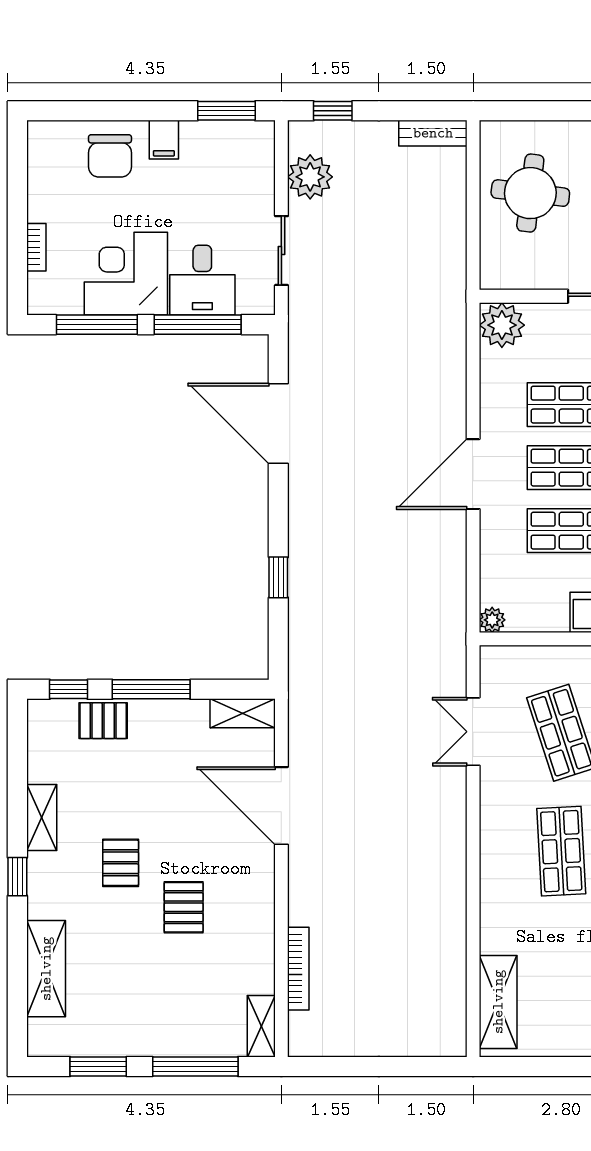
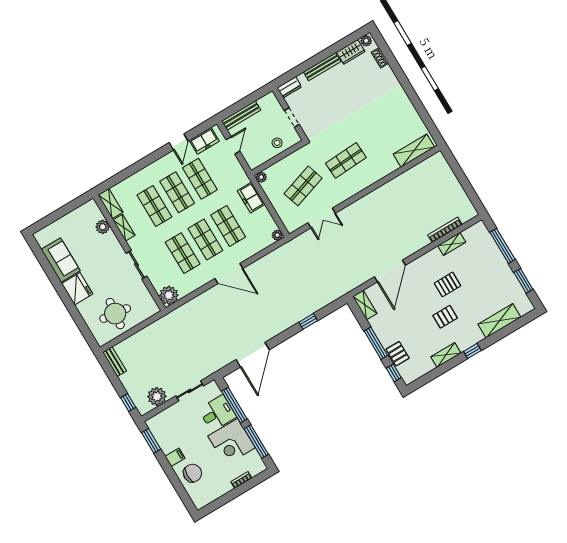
shelving: (261, 1026) -> (452, 244), moved

